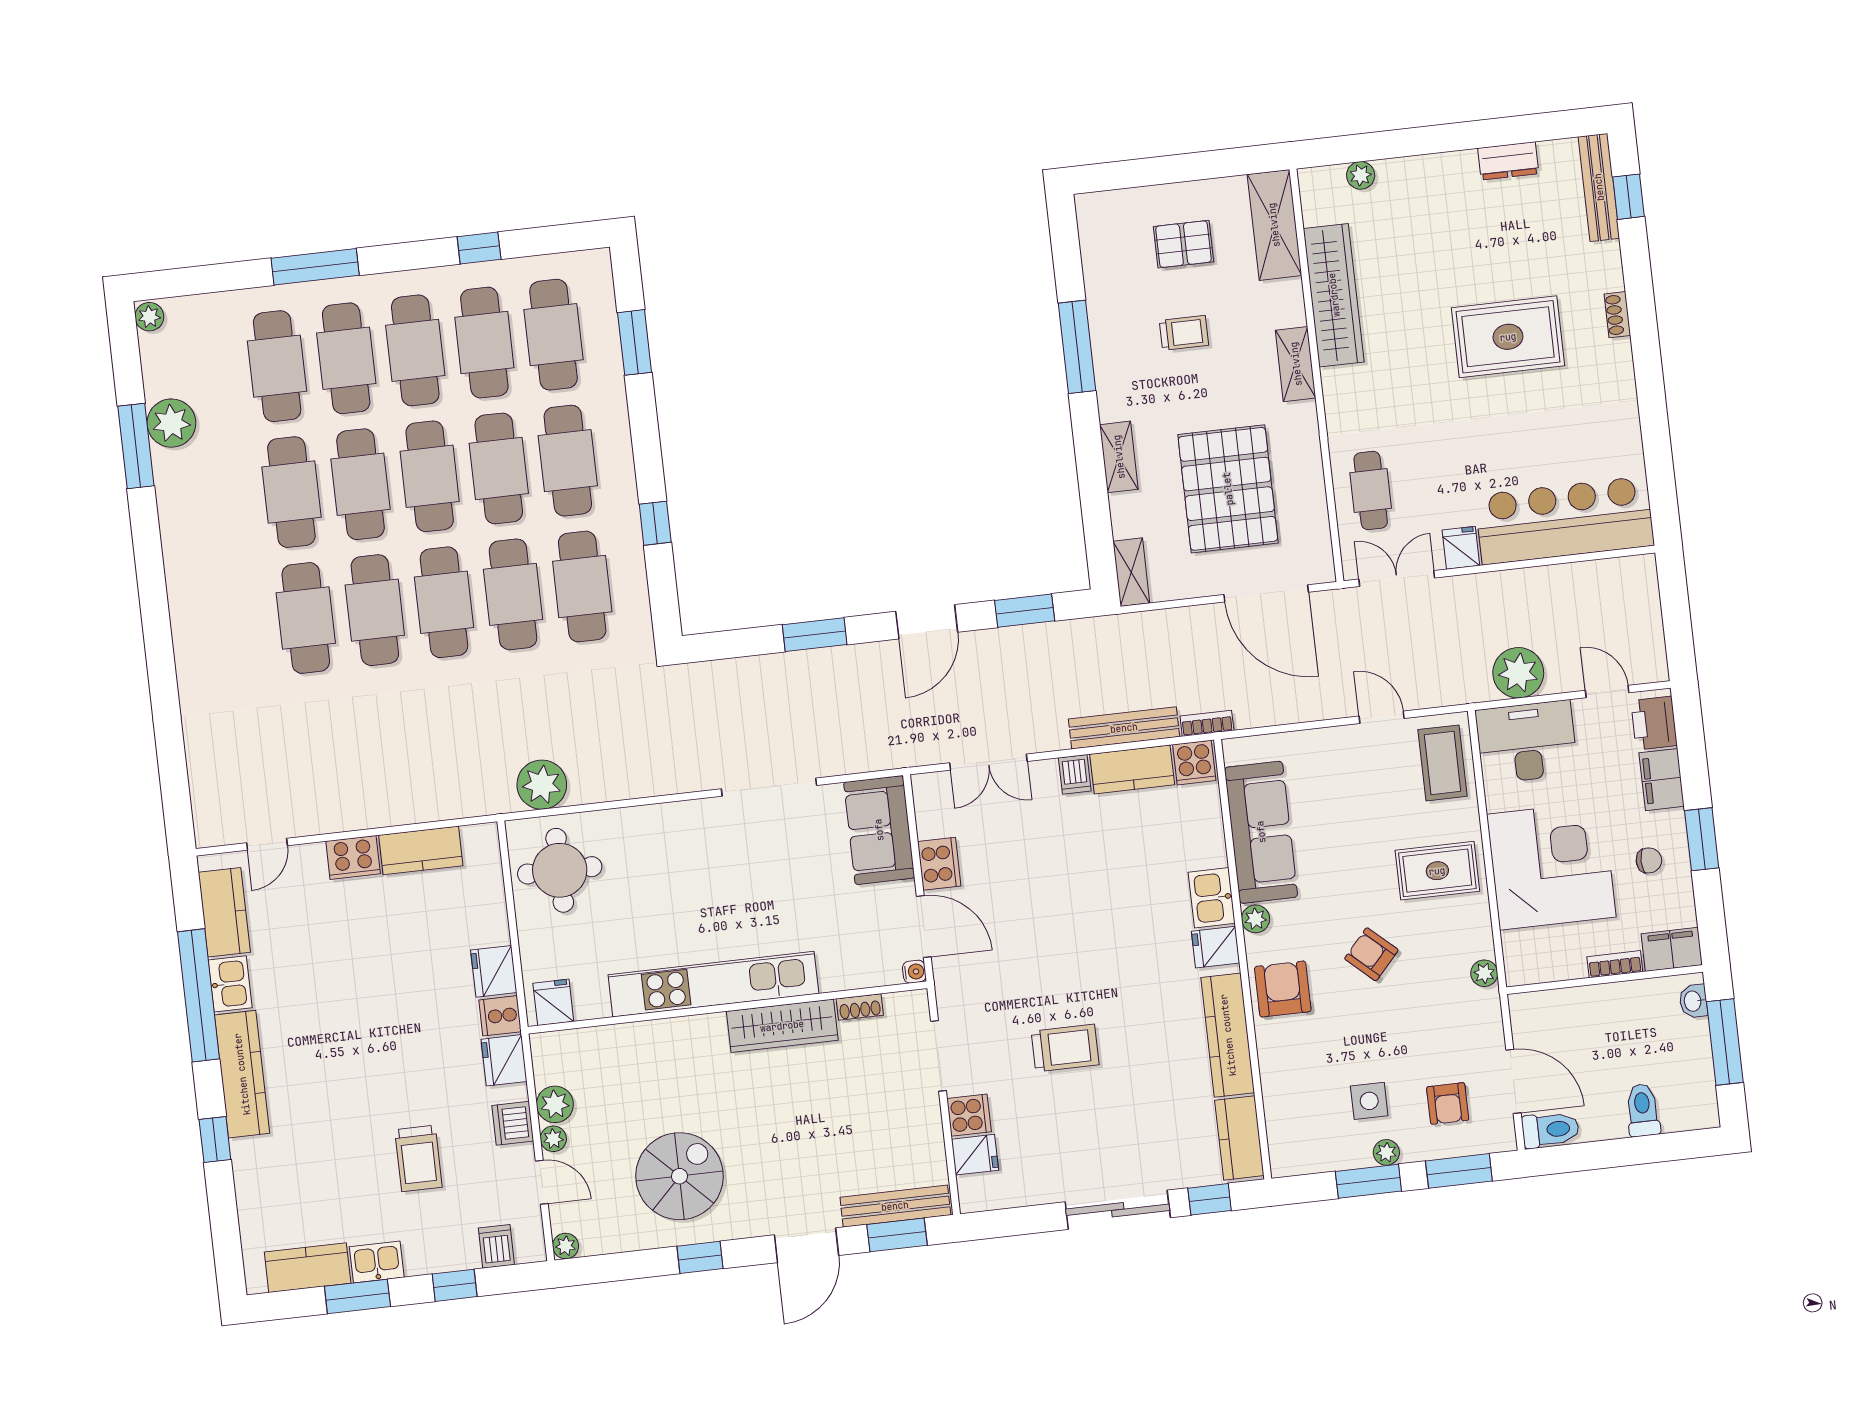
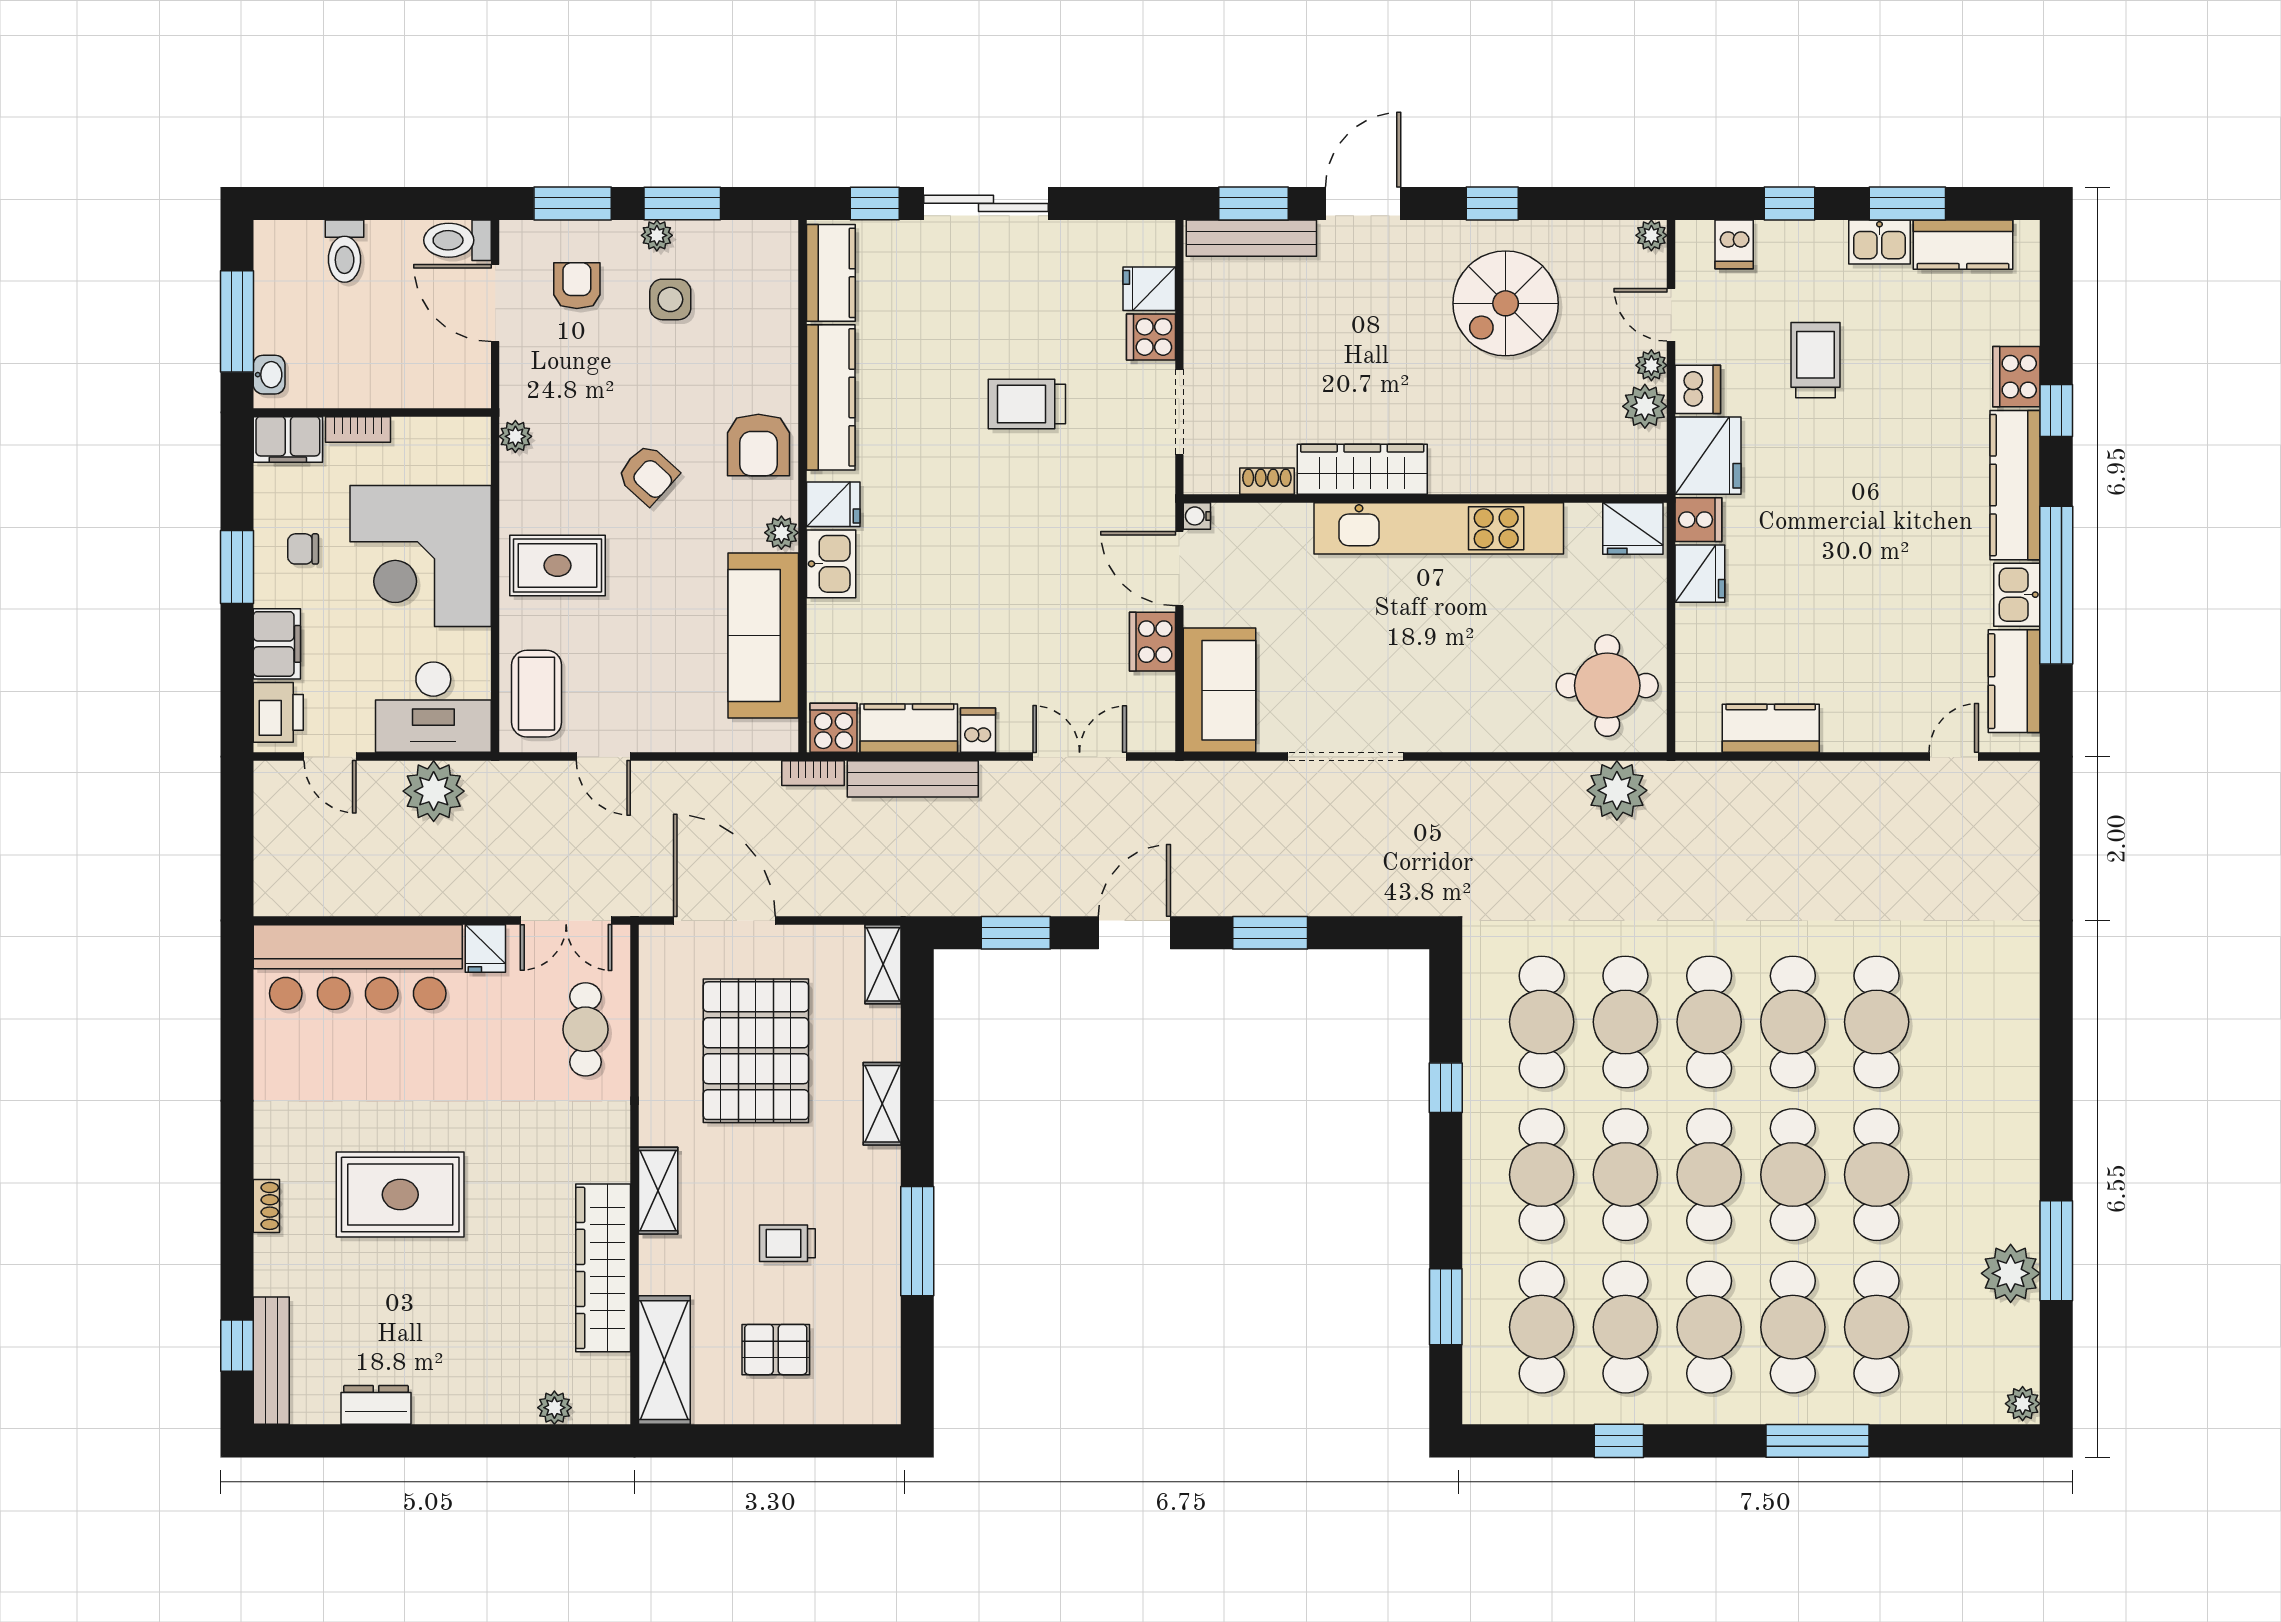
cooker: (353, 857) -> (2016, 377), moved, turned -90
fridge: (553, 1002) -> (1633, 528), width x1.38
fridge: (504, 1060) -> (1708, 456), width x1.36, depth x1.34

